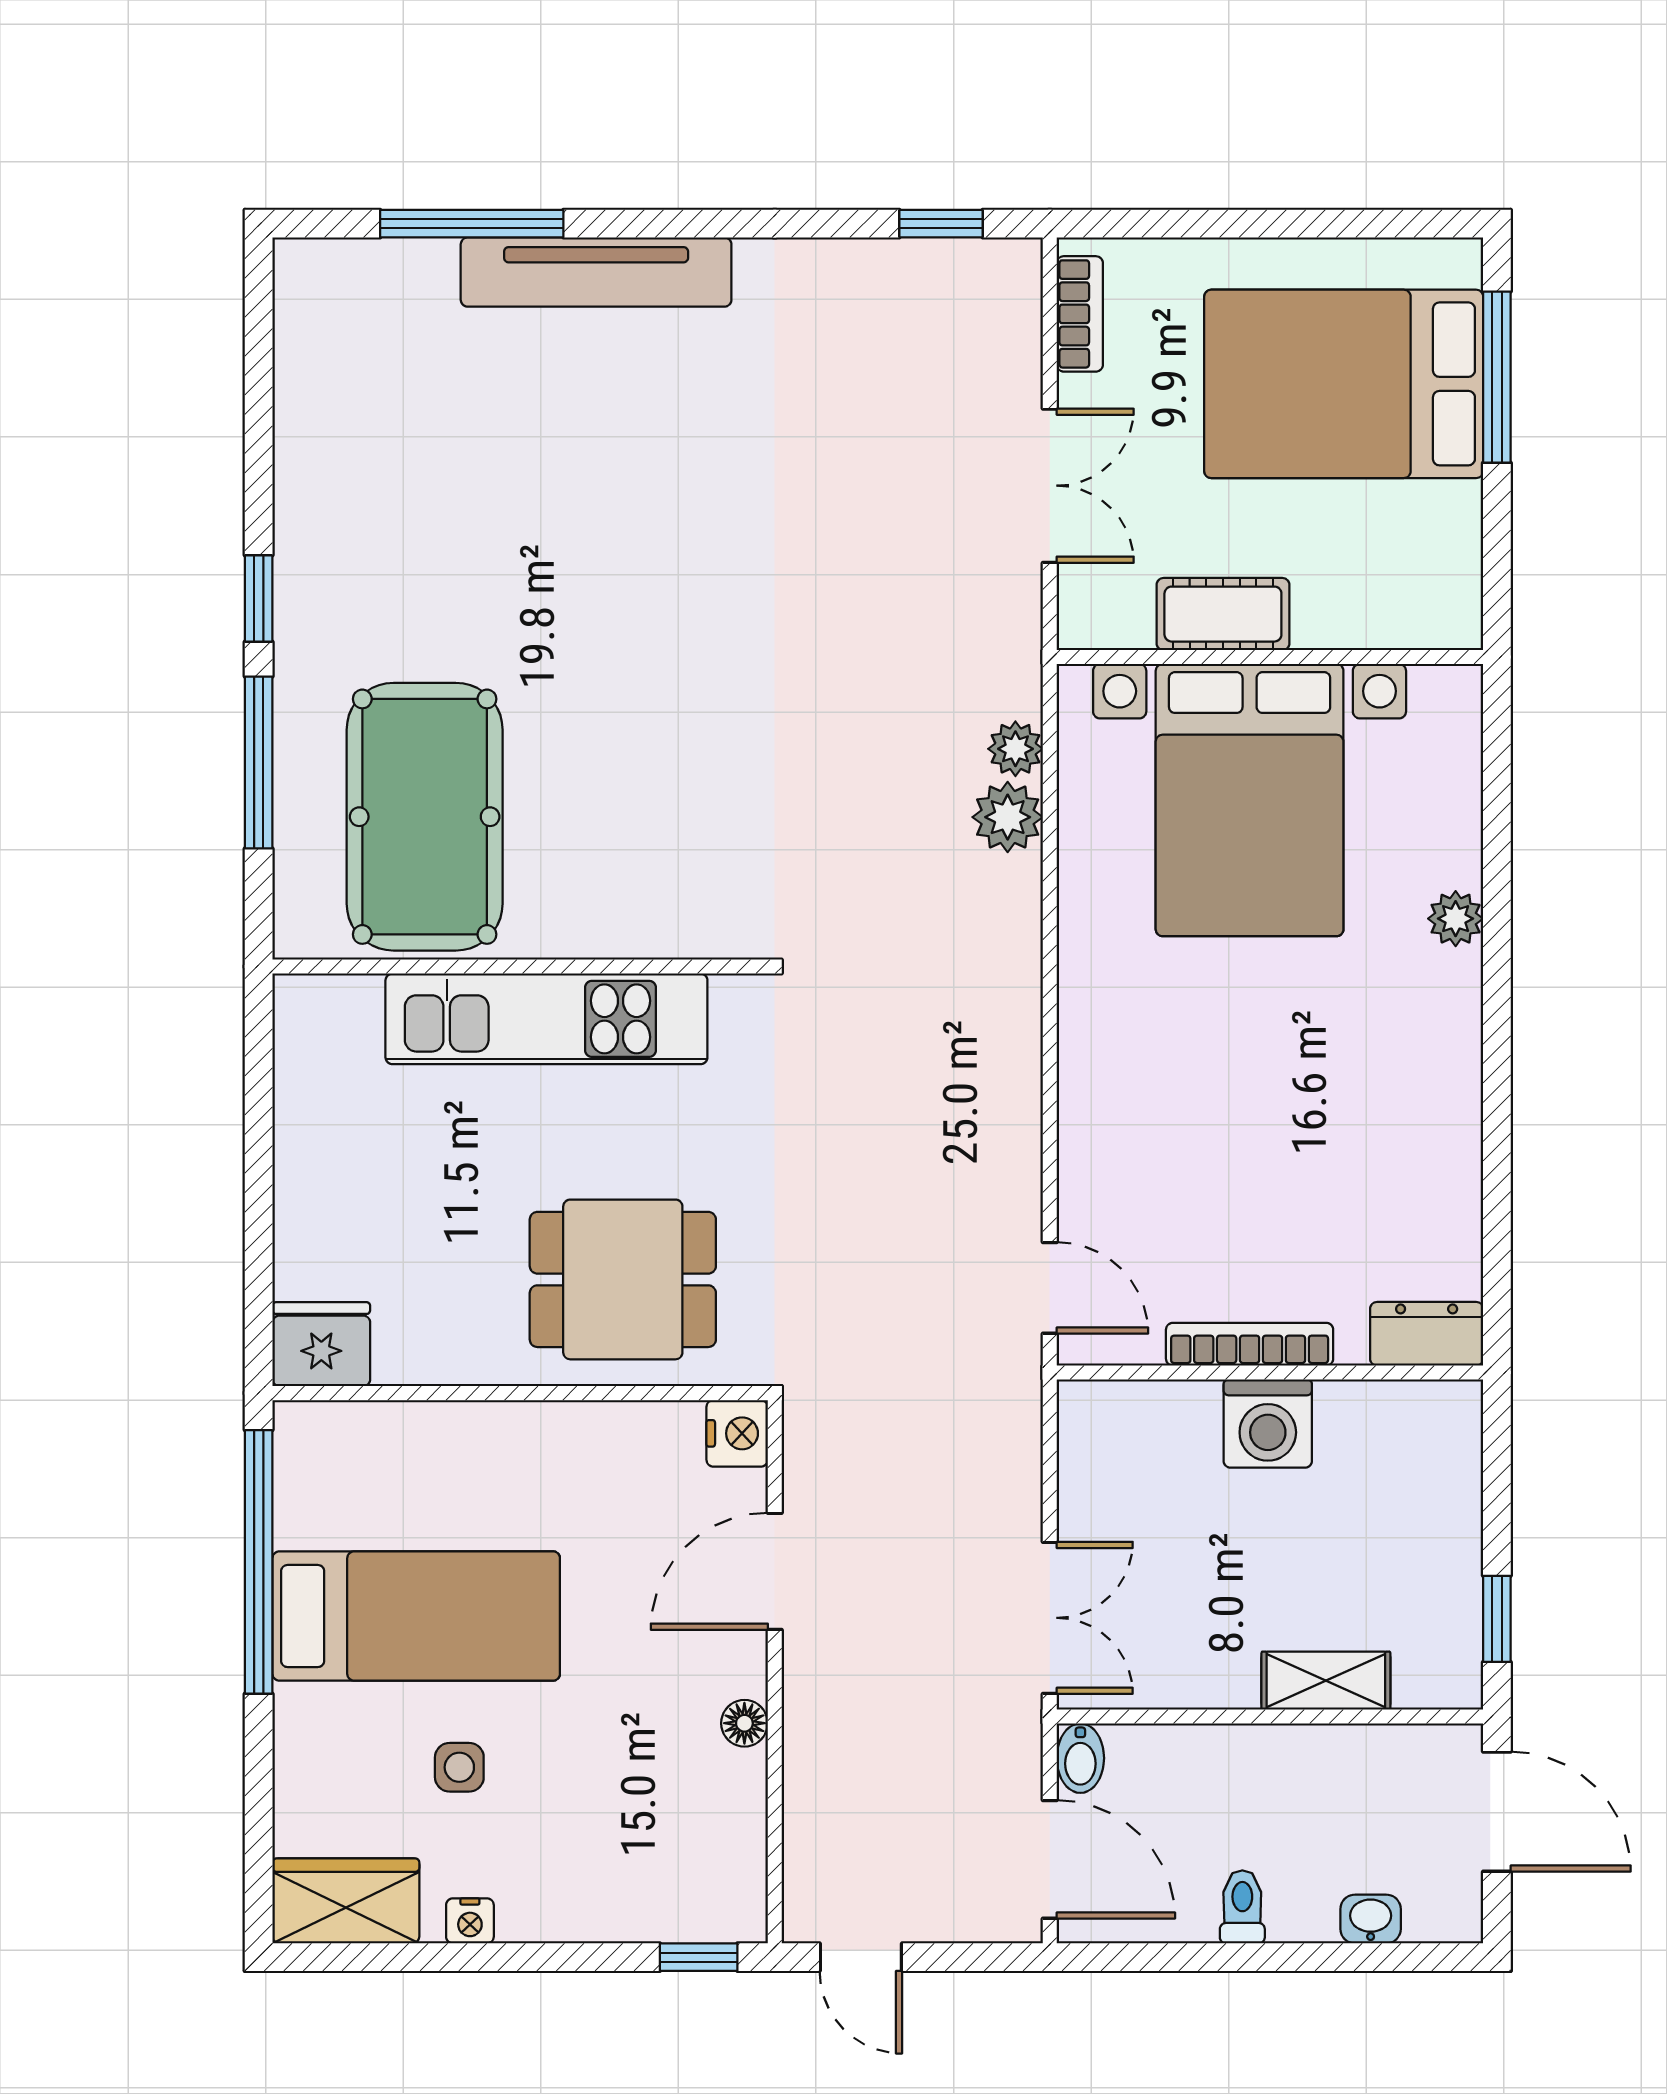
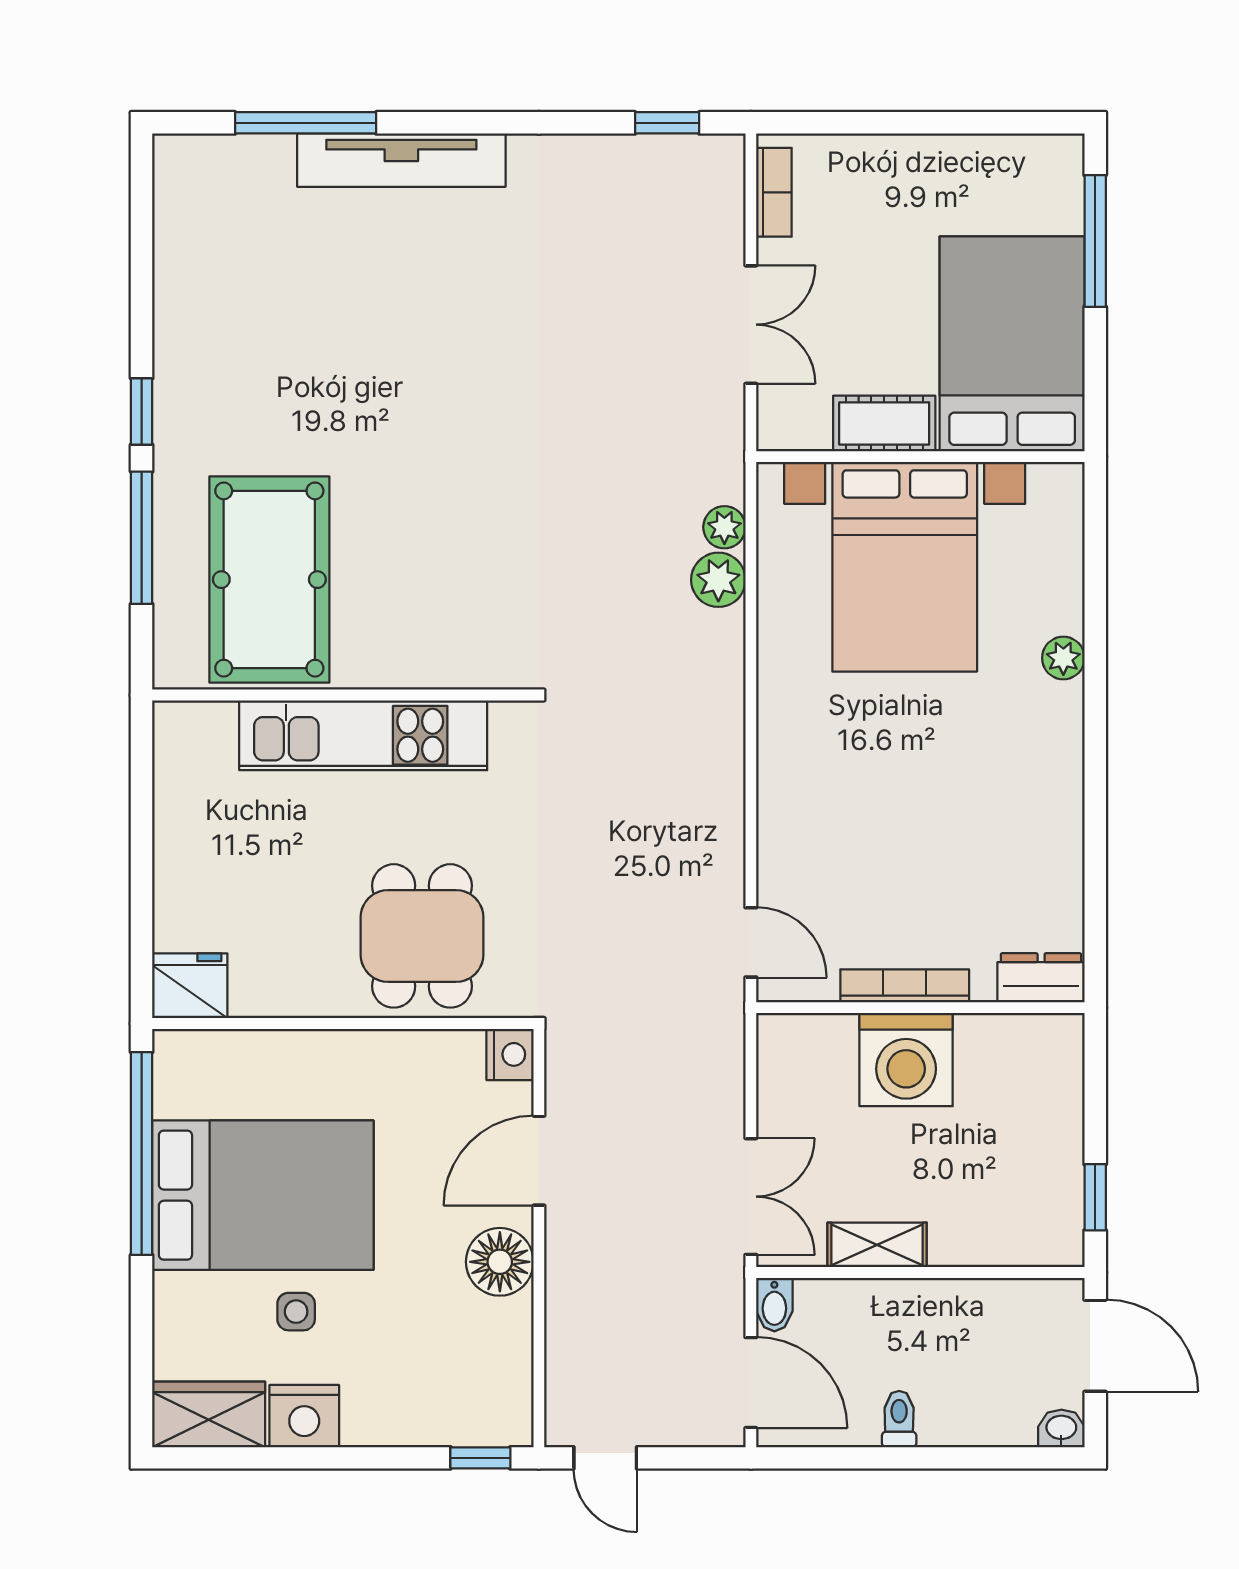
bed: (1344, 384) -> (1012, 344), moved, turned 90
dining table: (623, 1279) -> (422, 936), turned 90
washing machine: (1268, 1424) -> (906, 1060), width x1.37, depth x1.37
bed: (416, 1616) -> (263, 1195), width x1.50
shelving: (1326, 1681) -> (877, 1245), moved
floor lamp: (744, 1723) -> (500, 1262), width x1.89, depth x1.89
washbasin: (1371, 1919) -> (1061, 1428), moved
nightstand: (470, 1921) -> (304, 1416), width x1.89, depth x1.79

